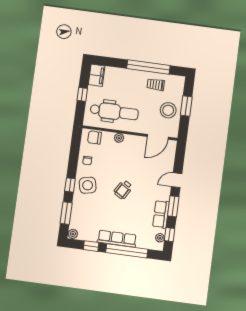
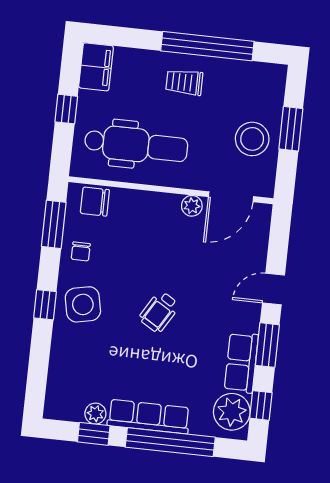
trolley: (156, 85) -> (184, 82), moved
plant: (119, 138) -> (192, 206), moved
window: (66, 213) -> (54, 224), moved
plant: (73, 234) -> (95, 414), moved
plant: (160, 238) -> (232, 412), width x1.87, depth x1.87

